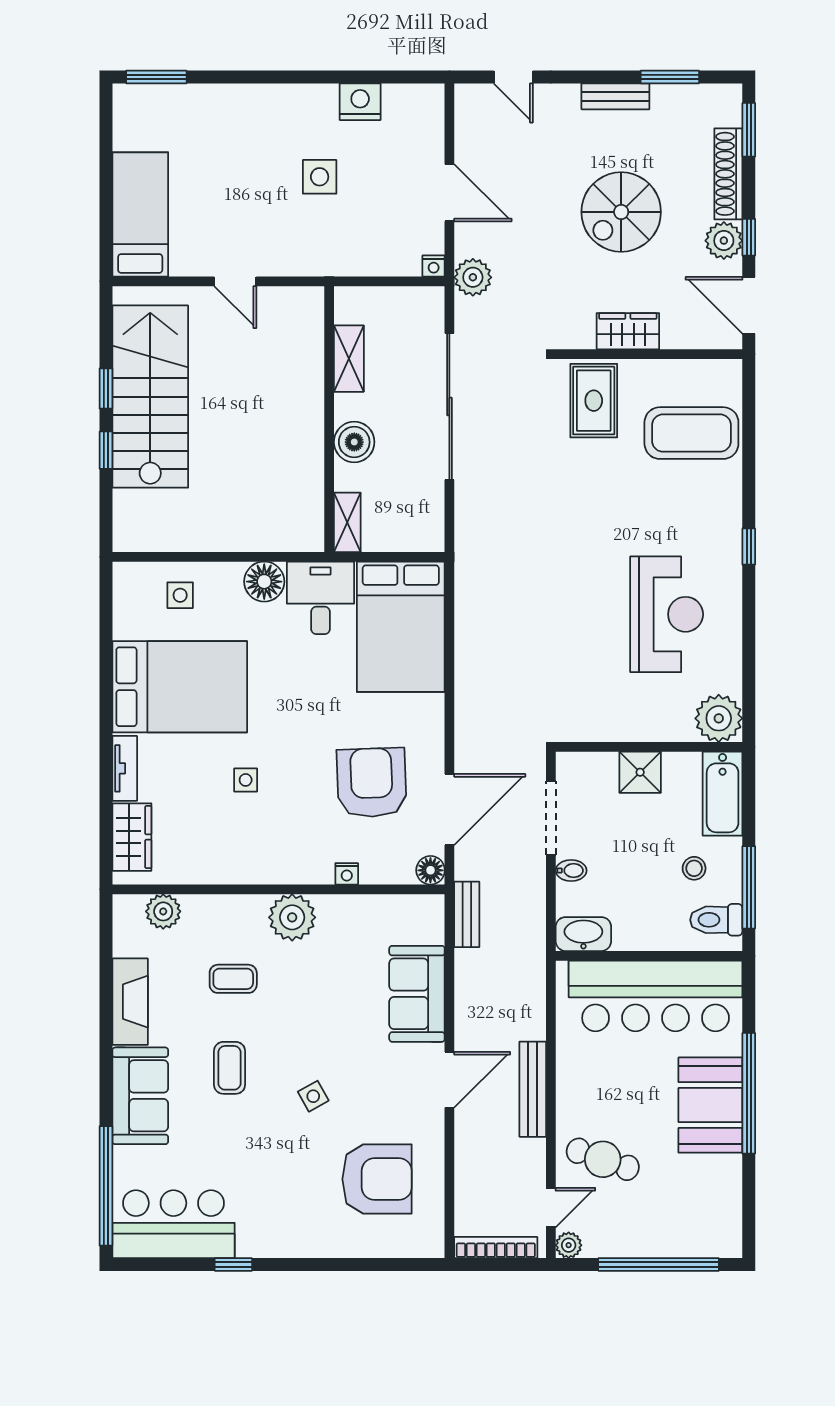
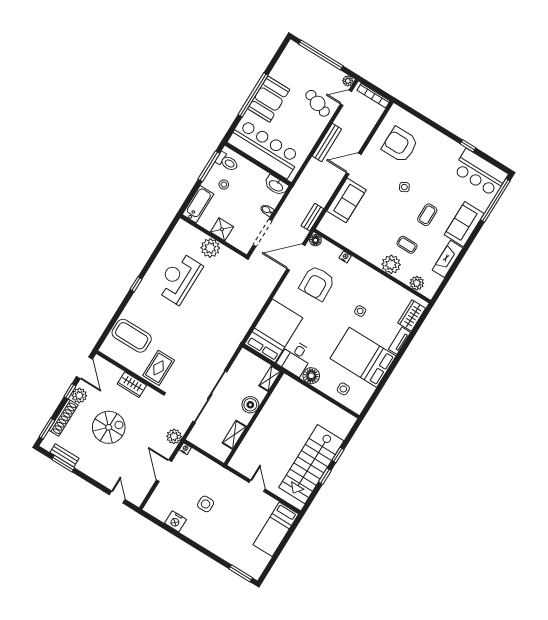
bench: (615, 96) -> (65, 455), moved
plant: (719, 718) -> (210, 248), moved
plant: (292, 917) -> (391, 264), moved

